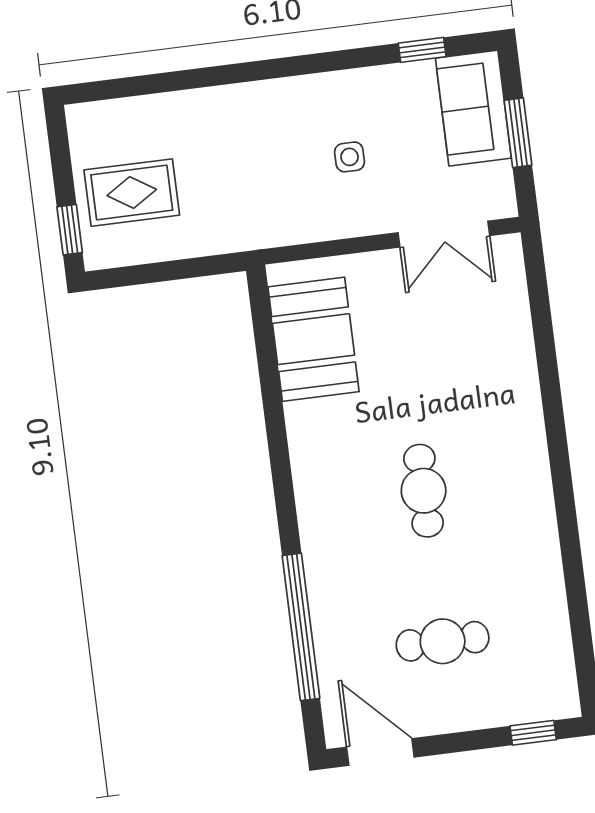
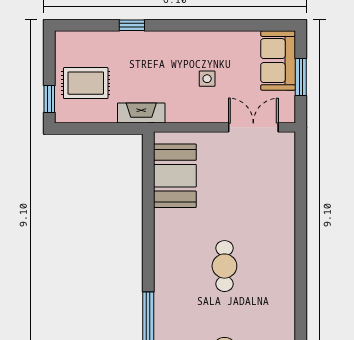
window: (422, 50) -> (132, 25), moved
fireplace: (239, 234) -> (141, 113), added
double door: (444, 234) -> (253, 127), swing flipped

